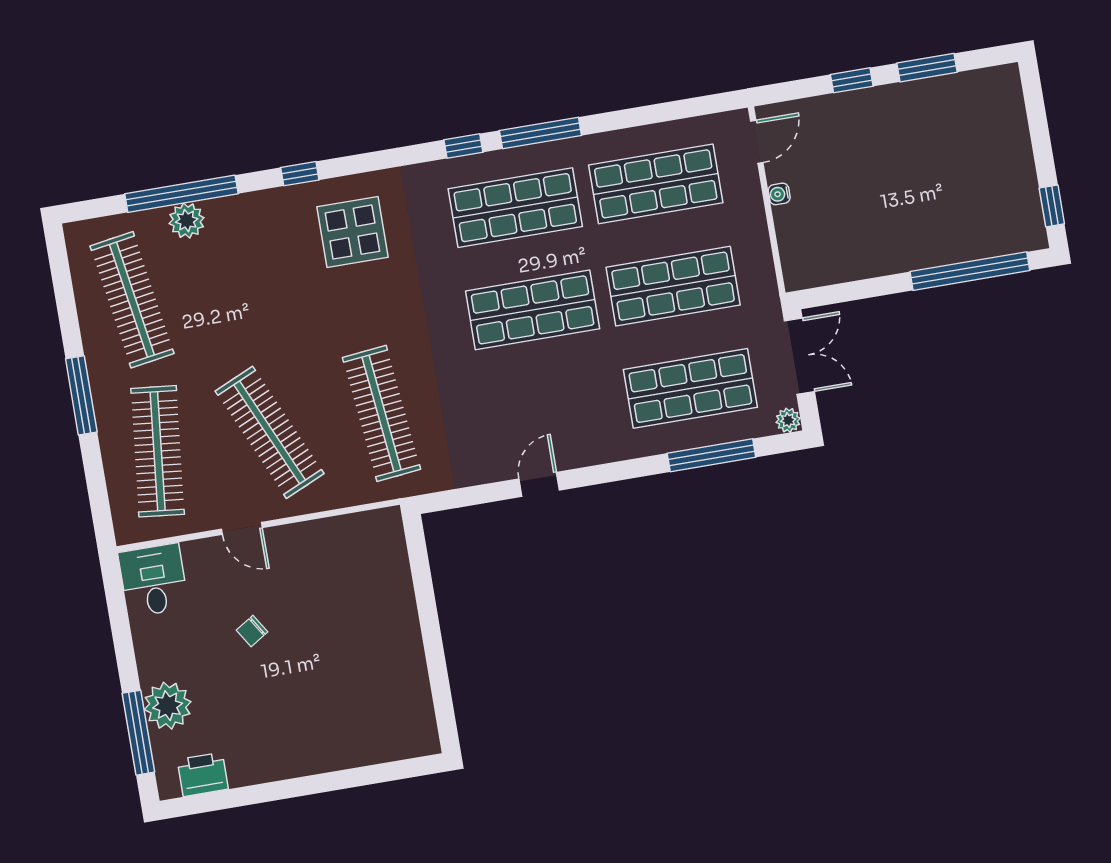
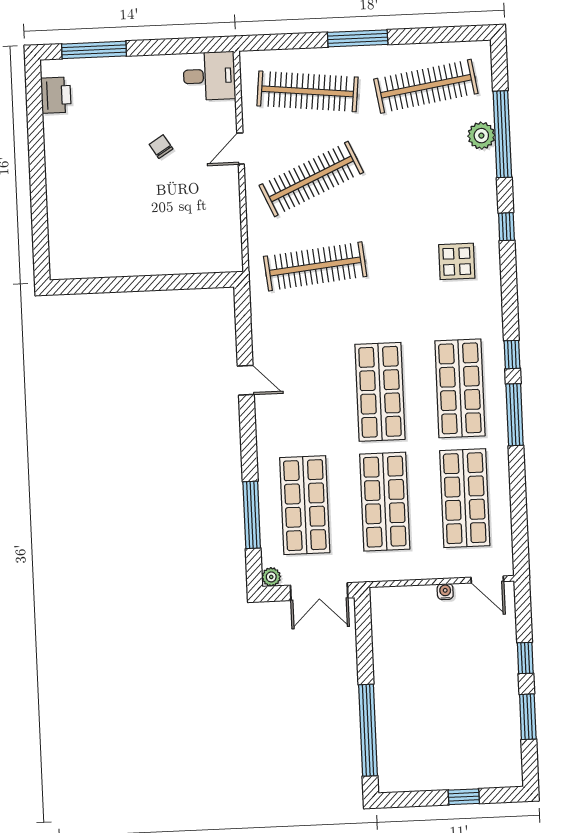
window: (1052, 206) -> (464, 797), moved
display table: (352, 232) -> (457, 261), width x0.73, depth x0.73
plant: (168, 706) -> (112, 75), removed

